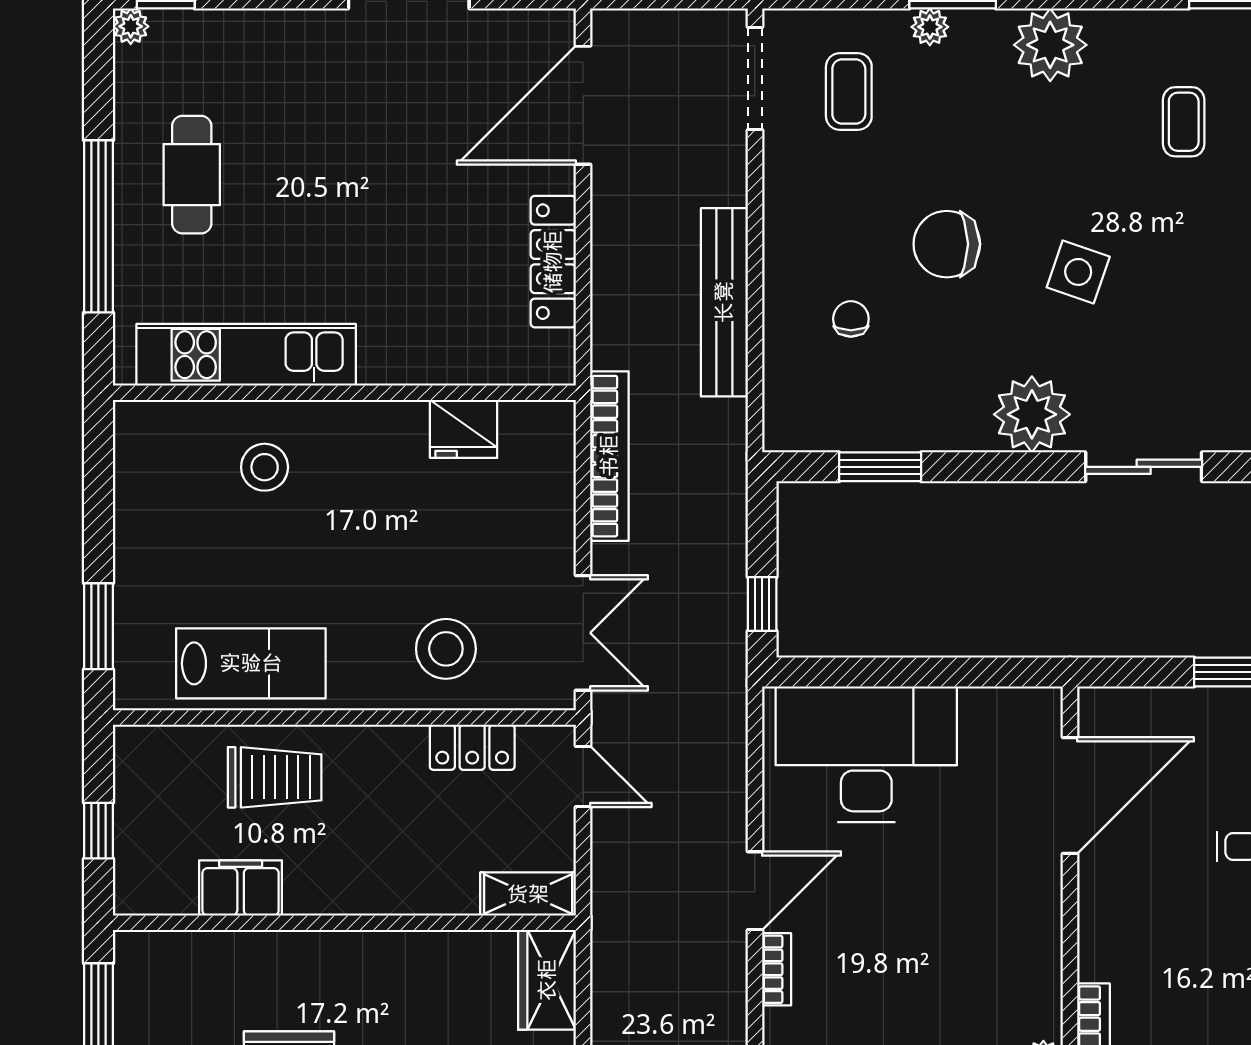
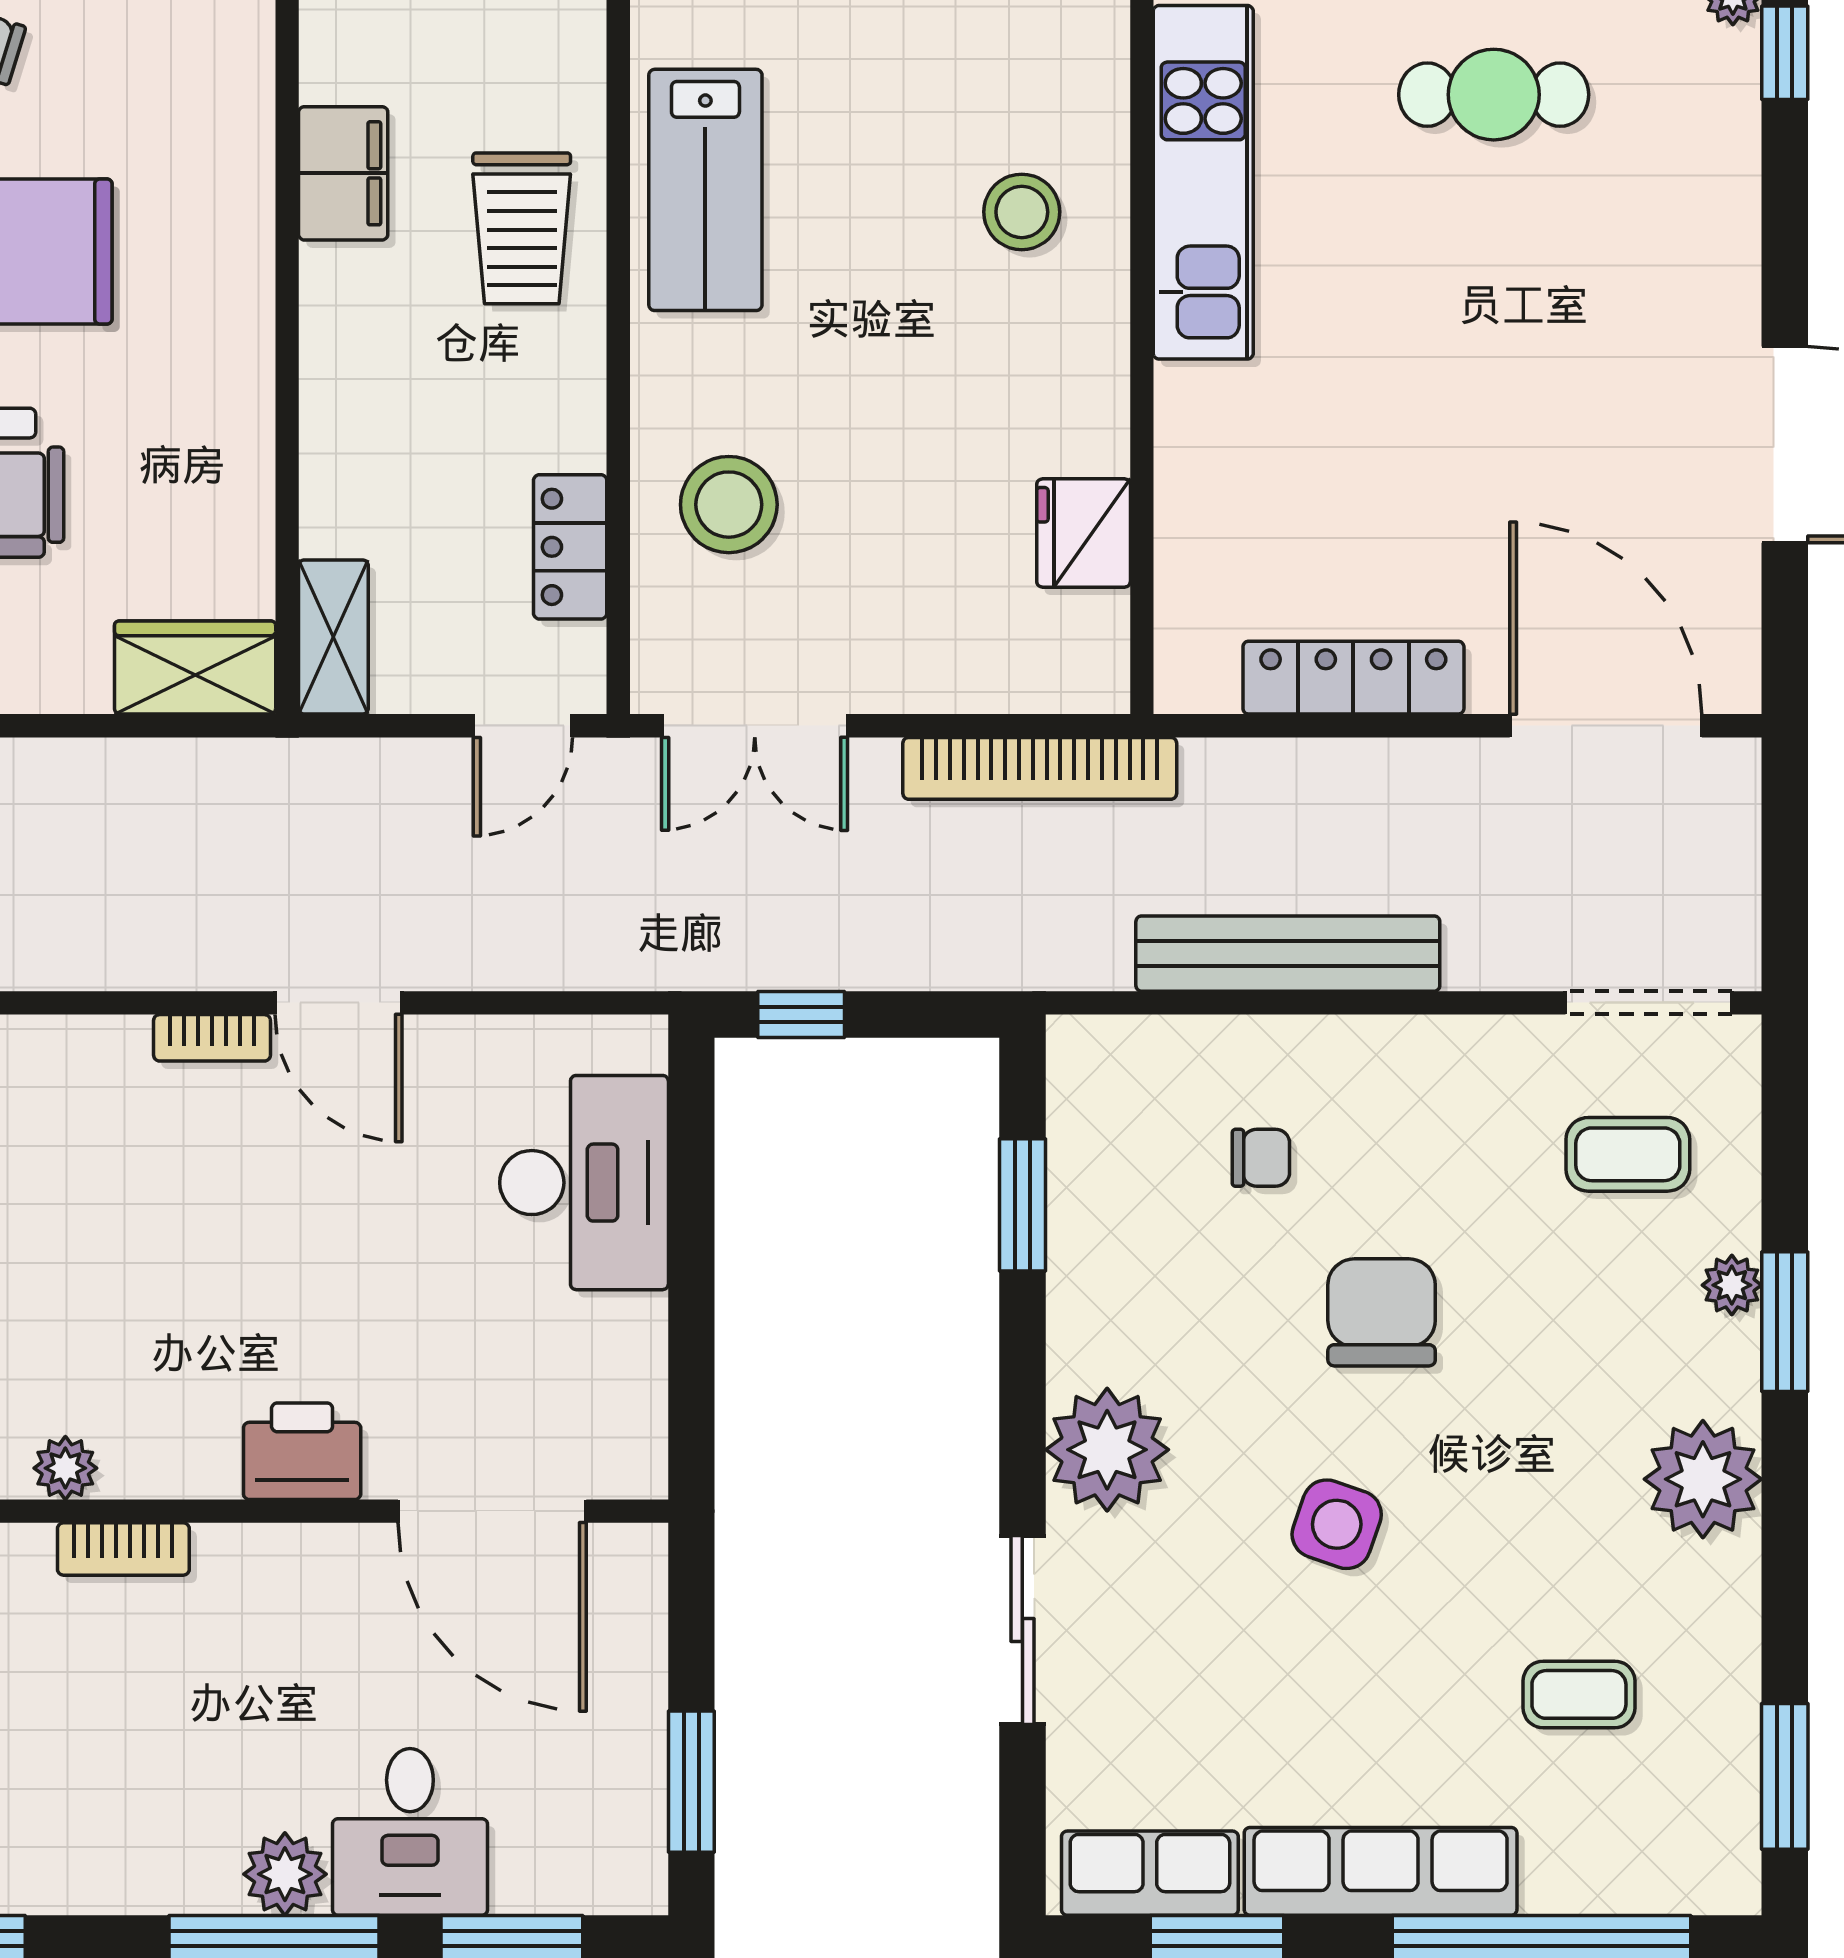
desk: (866, 754) -> (584, 1183), width x0.73, depth x0.77
printer: (1033, 913) -> (302, 1451), added

